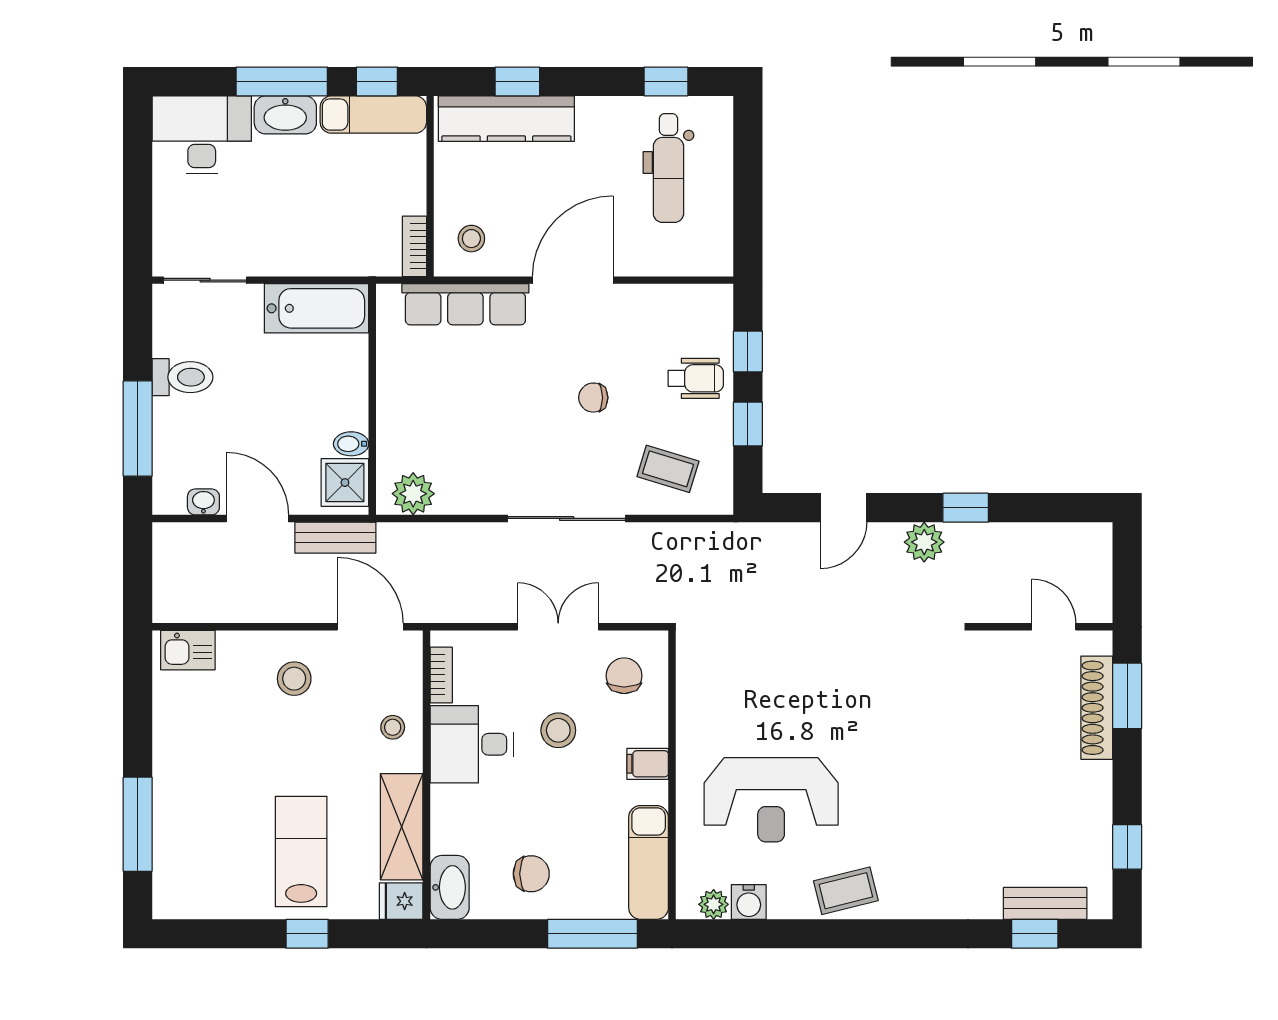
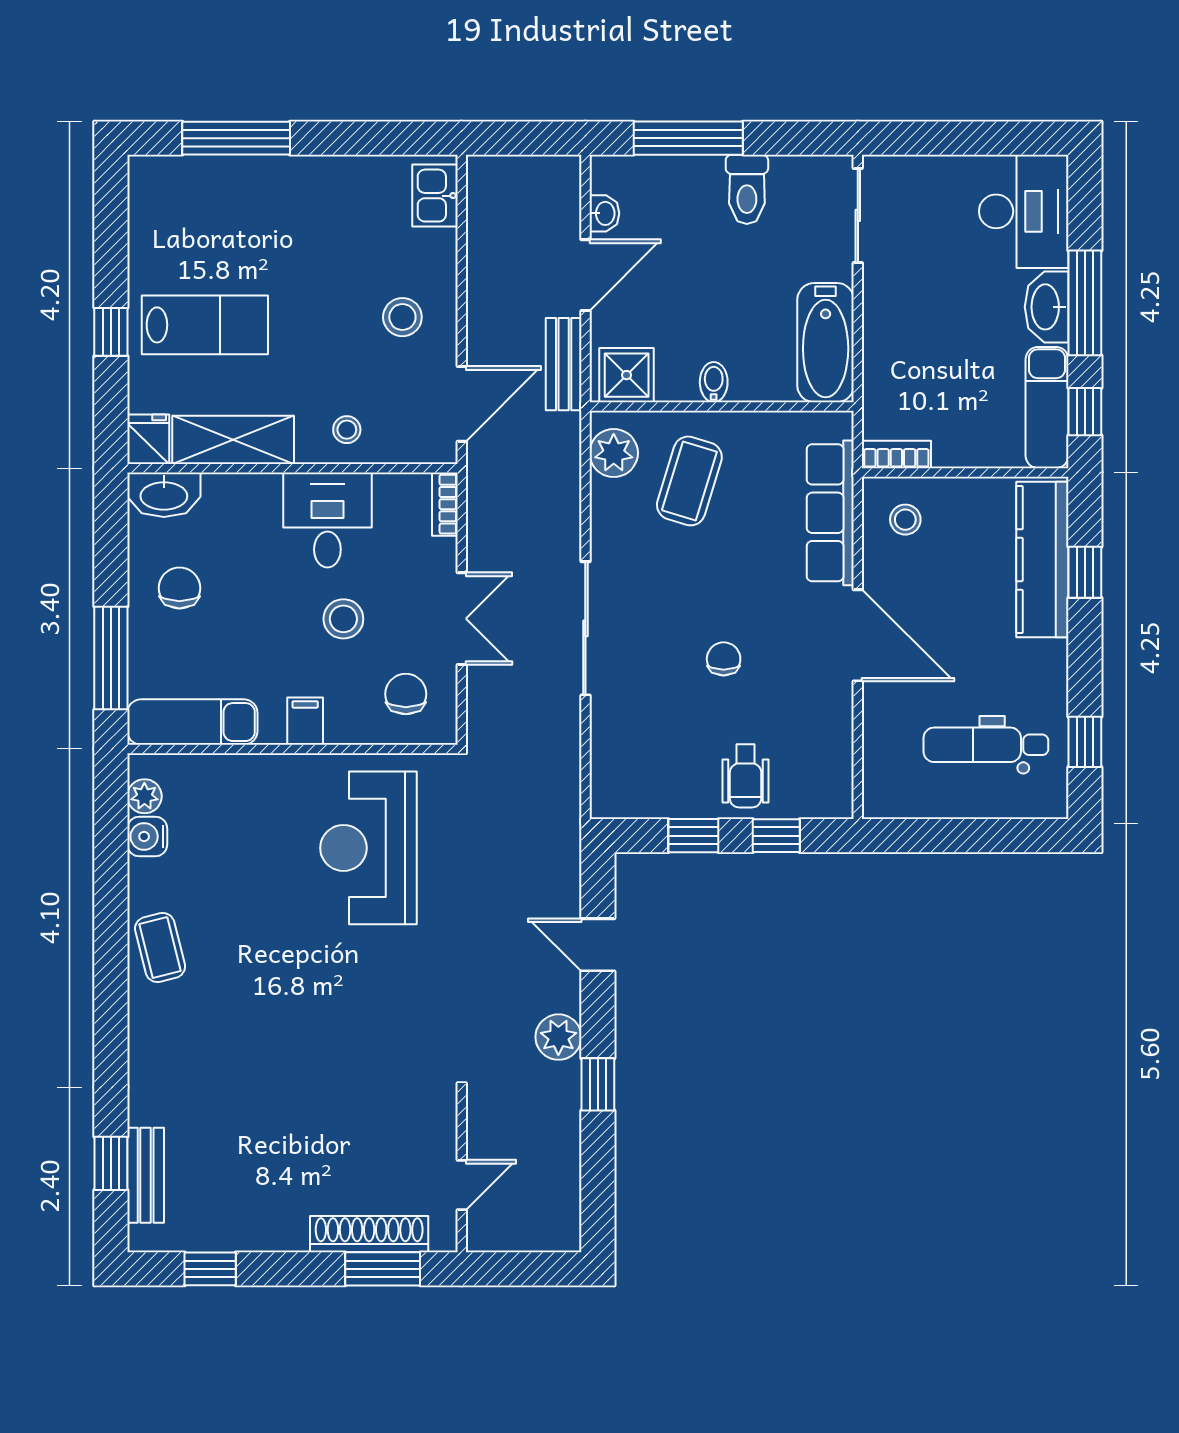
bidet: (351, 444) -> (714, 382), moved
coffee table: (668, 469) -> (689, 481), moved, width x1.36, depth x1.30
bookcase: (441, 675) -> (445, 504), moved, turned 90
chair: (624, 676) -> (406, 694), turned -90
reception desk: (771, 800) -> (368, 848), moved
chair: (531, 874) -> (179, 588), turned 180

